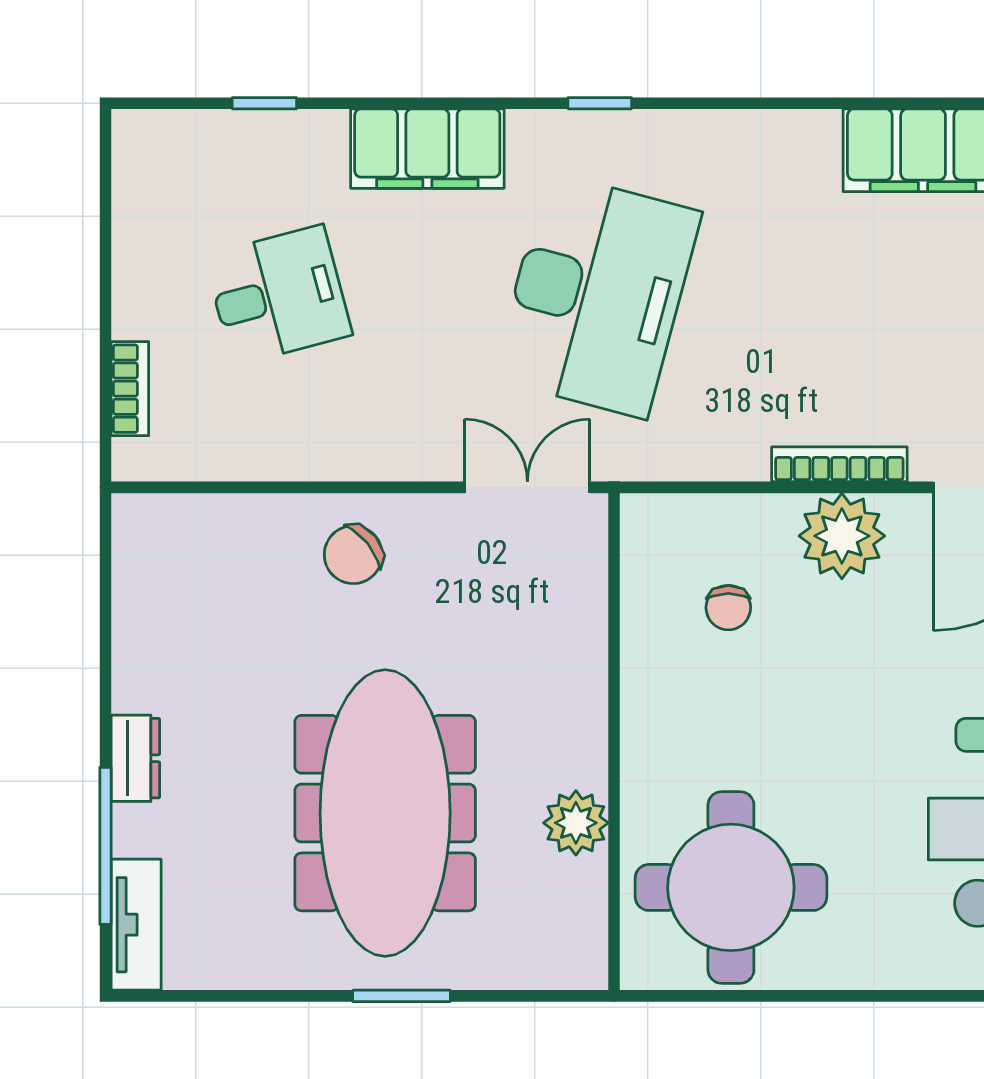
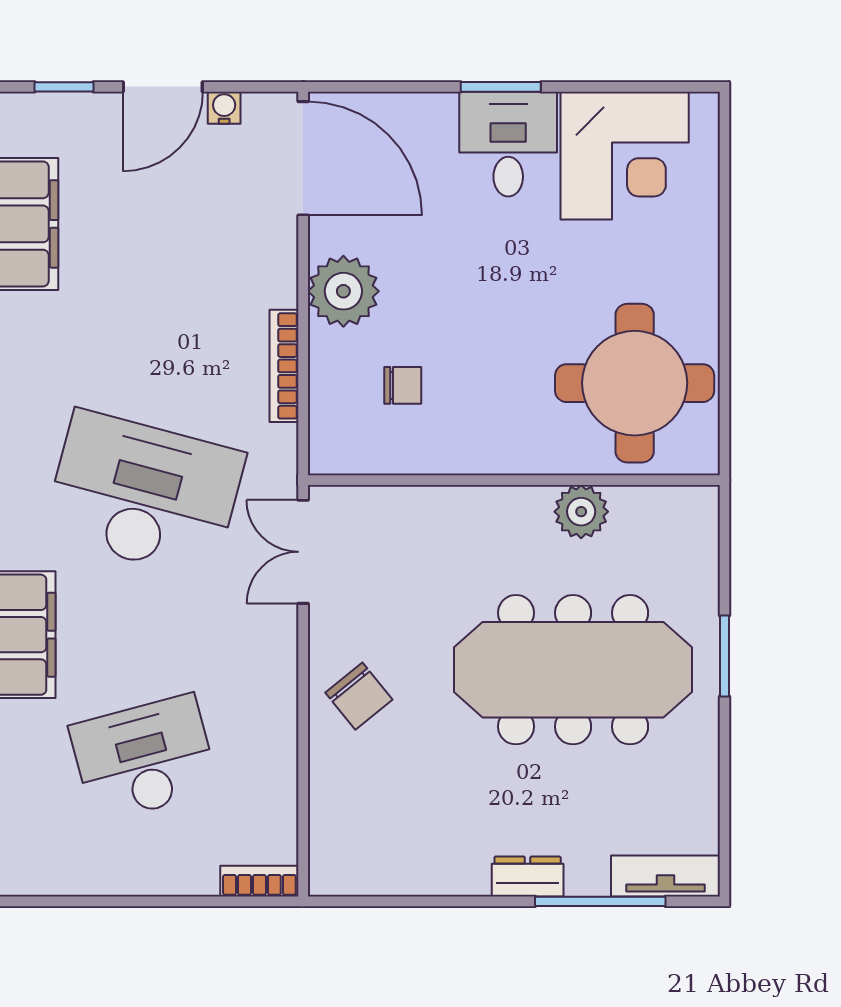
desk: (278, 295) -> (144, 758), width x1.37
bookcase: (130, 389) -> (259, 881), moved
bookcase: (839, 464) -> (284, 366), moved

